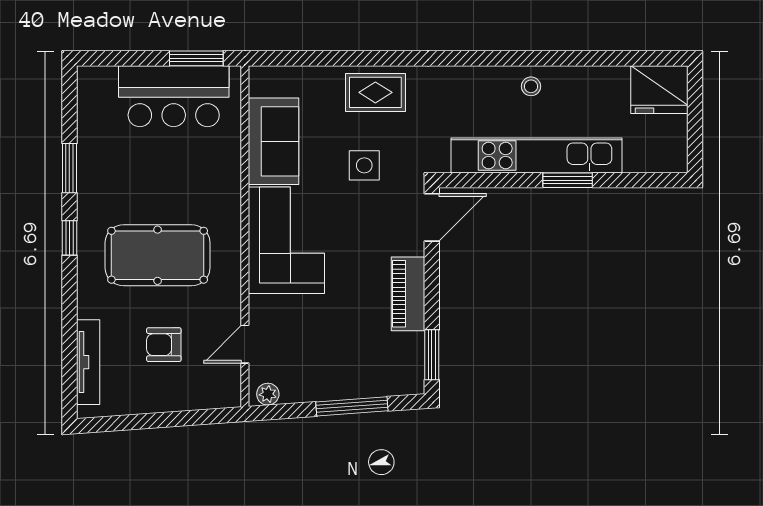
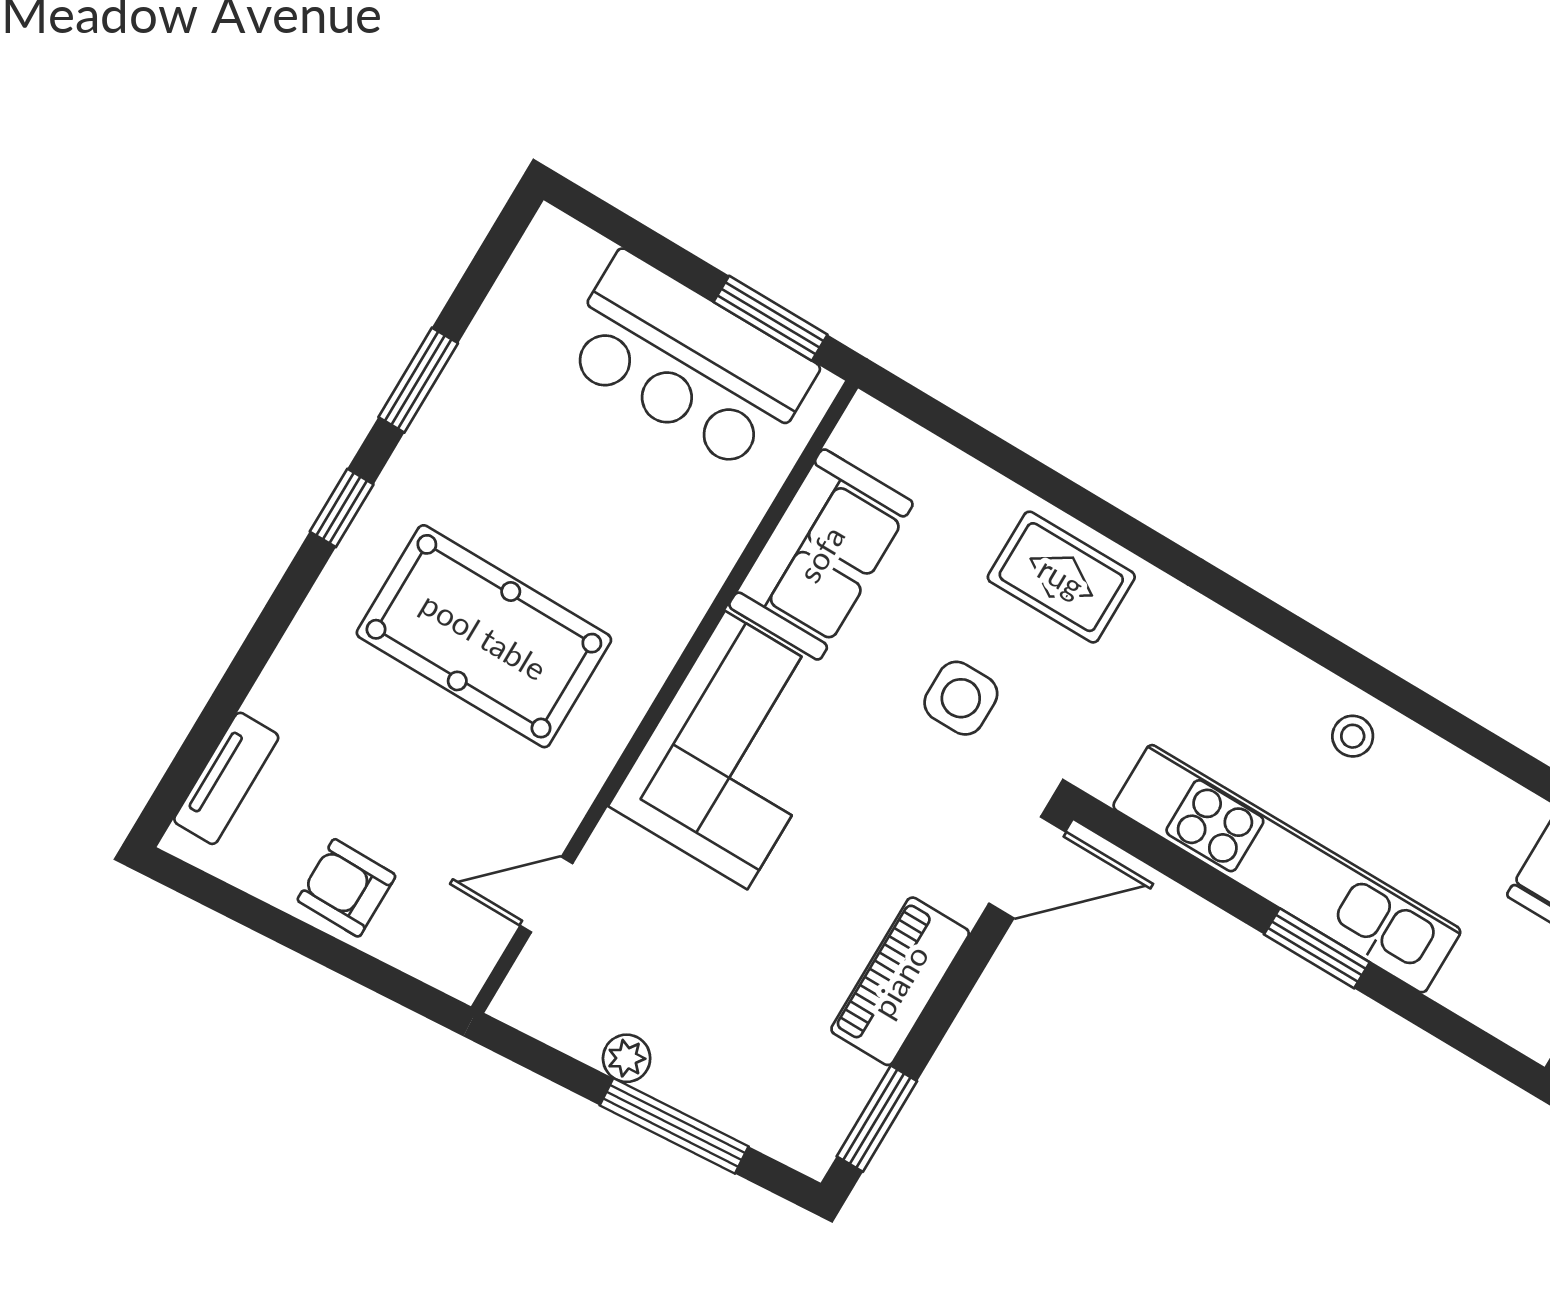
armchair: (164, 345) -> (346, 888), moved
tv unit: (88, 362) -> (226, 778), width x0.71
plant: (268, 394) -> (627, 1058), moved

